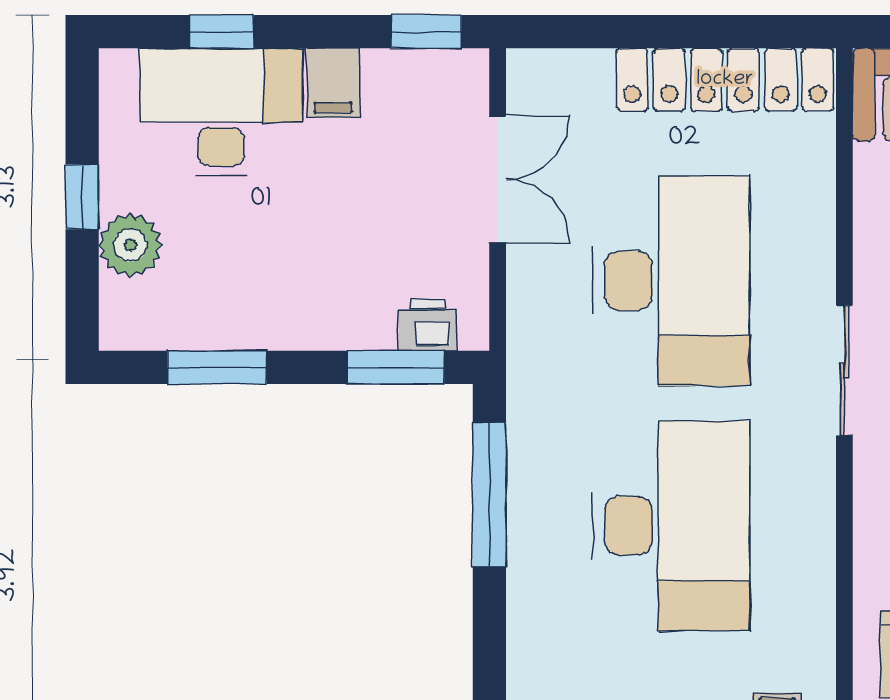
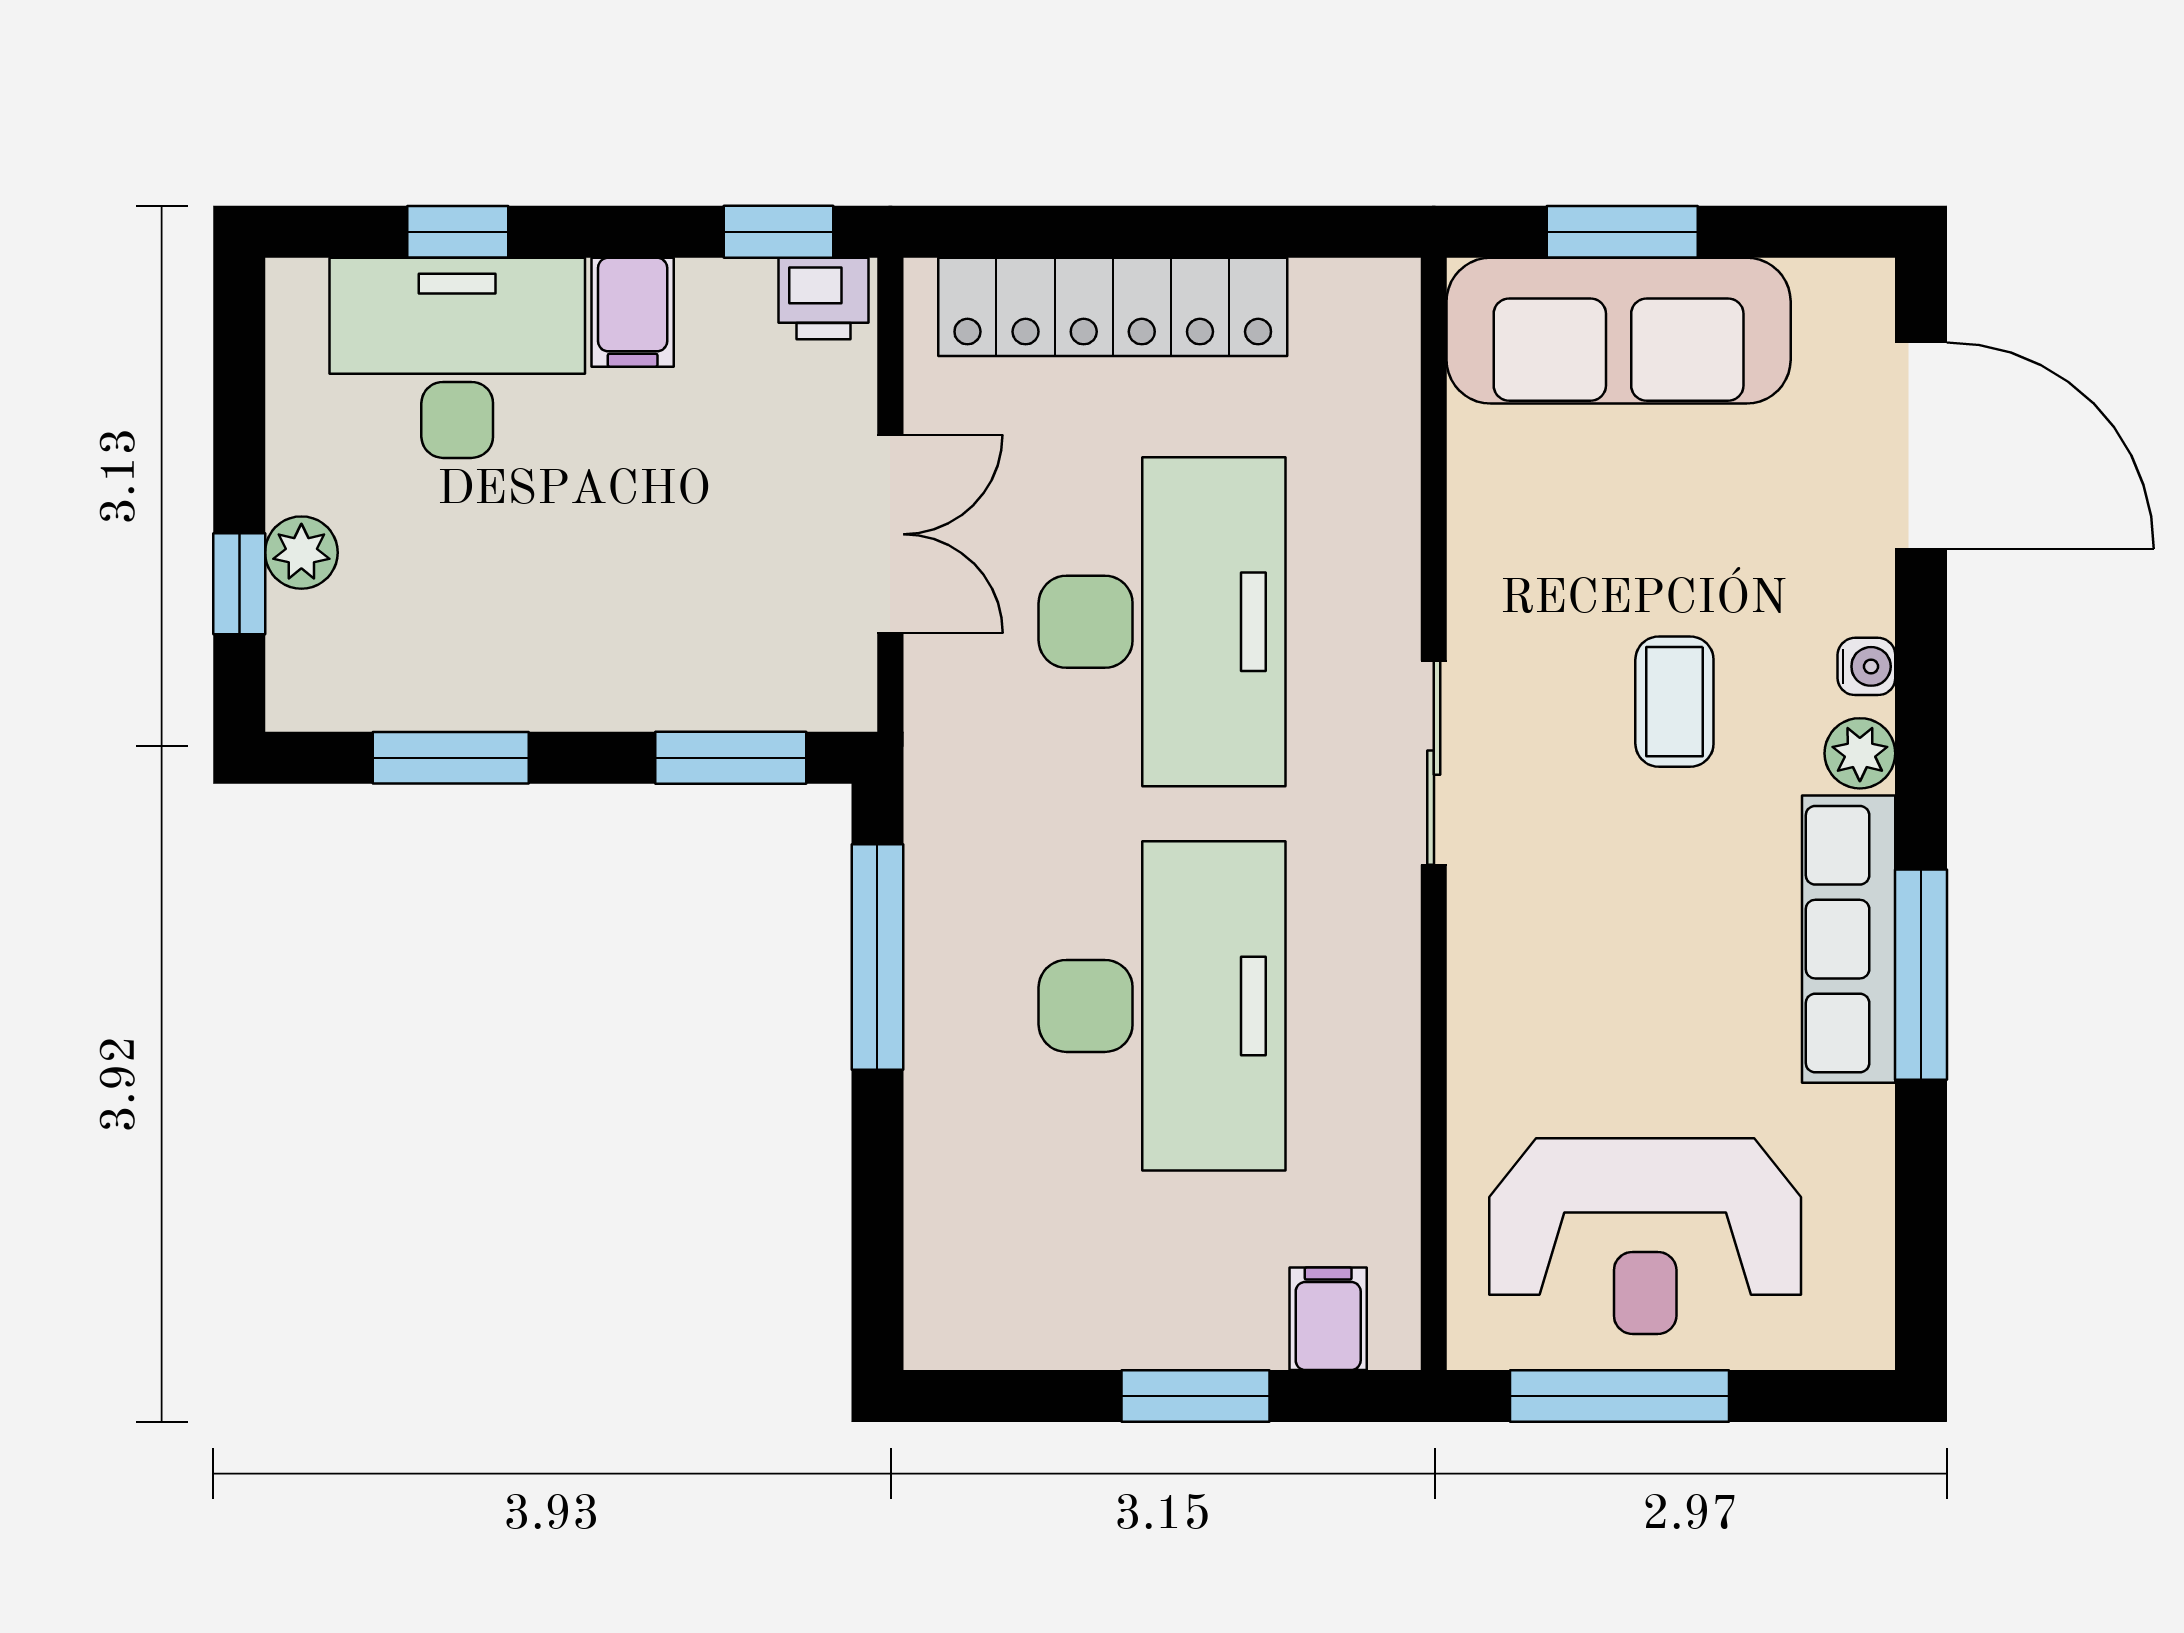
locker: (725, 80) -> (1113, 307), moved
double door: (498, 179) -> (890, 534), moved
window: (82, 197) -> (239, 584), moved
plant: (130, 245) -> (301, 553), width x0.73, depth x0.73
printer: (428, 325) -> (823, 298), moved, turned 180

